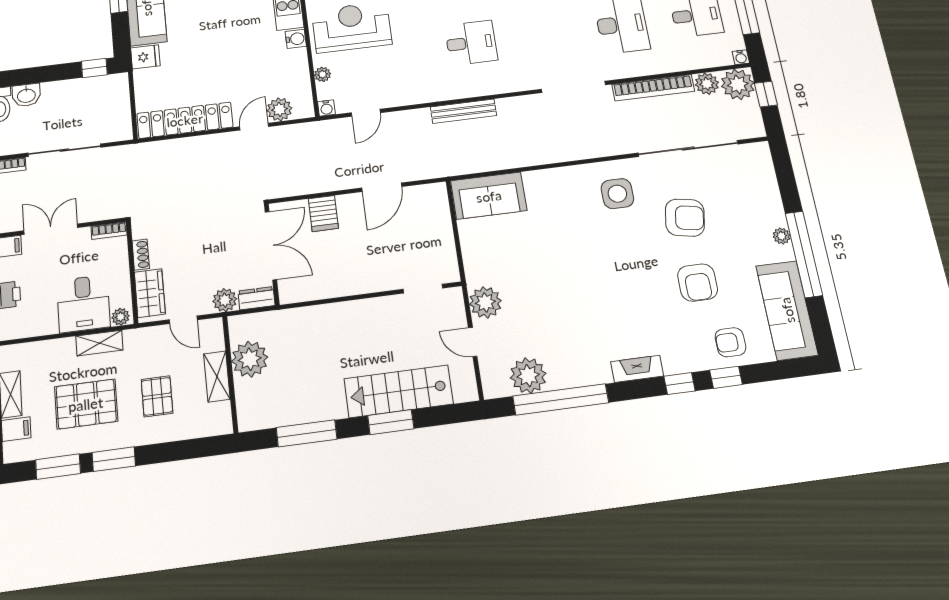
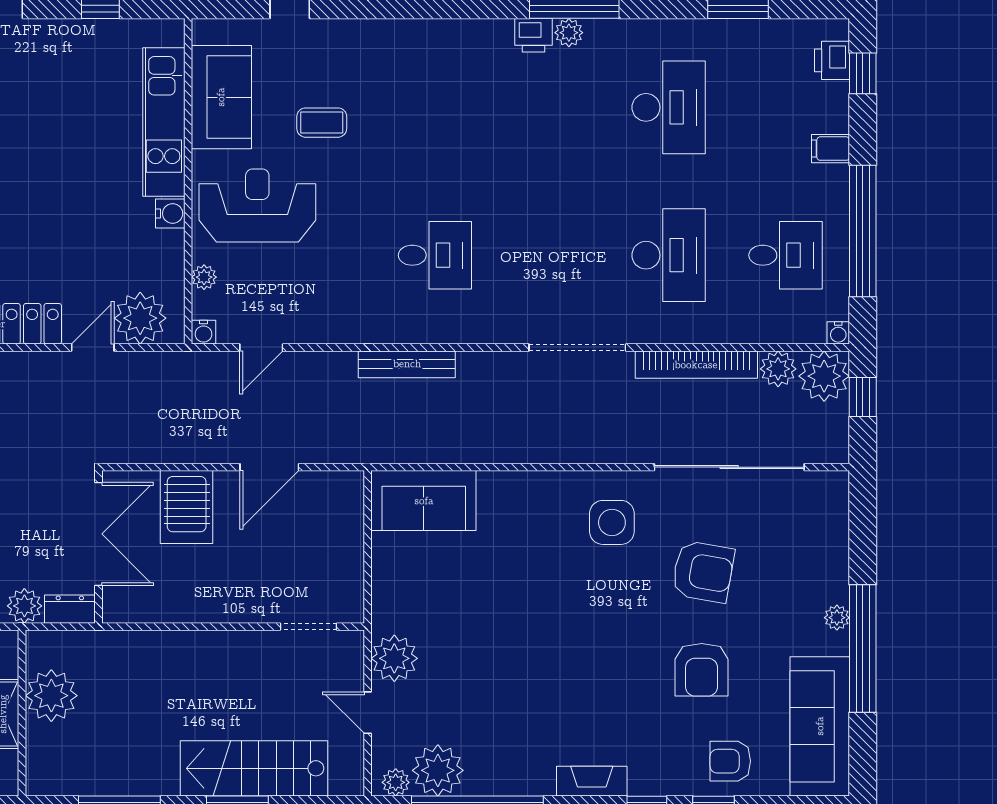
plant: (279, 109) -> (140, 318), width x1.36, depth x1.36
server rack: (323, 214) -> (187, 507), width x1.36, depth x1.44
plant: (500, 388) -> (396, 782), added

